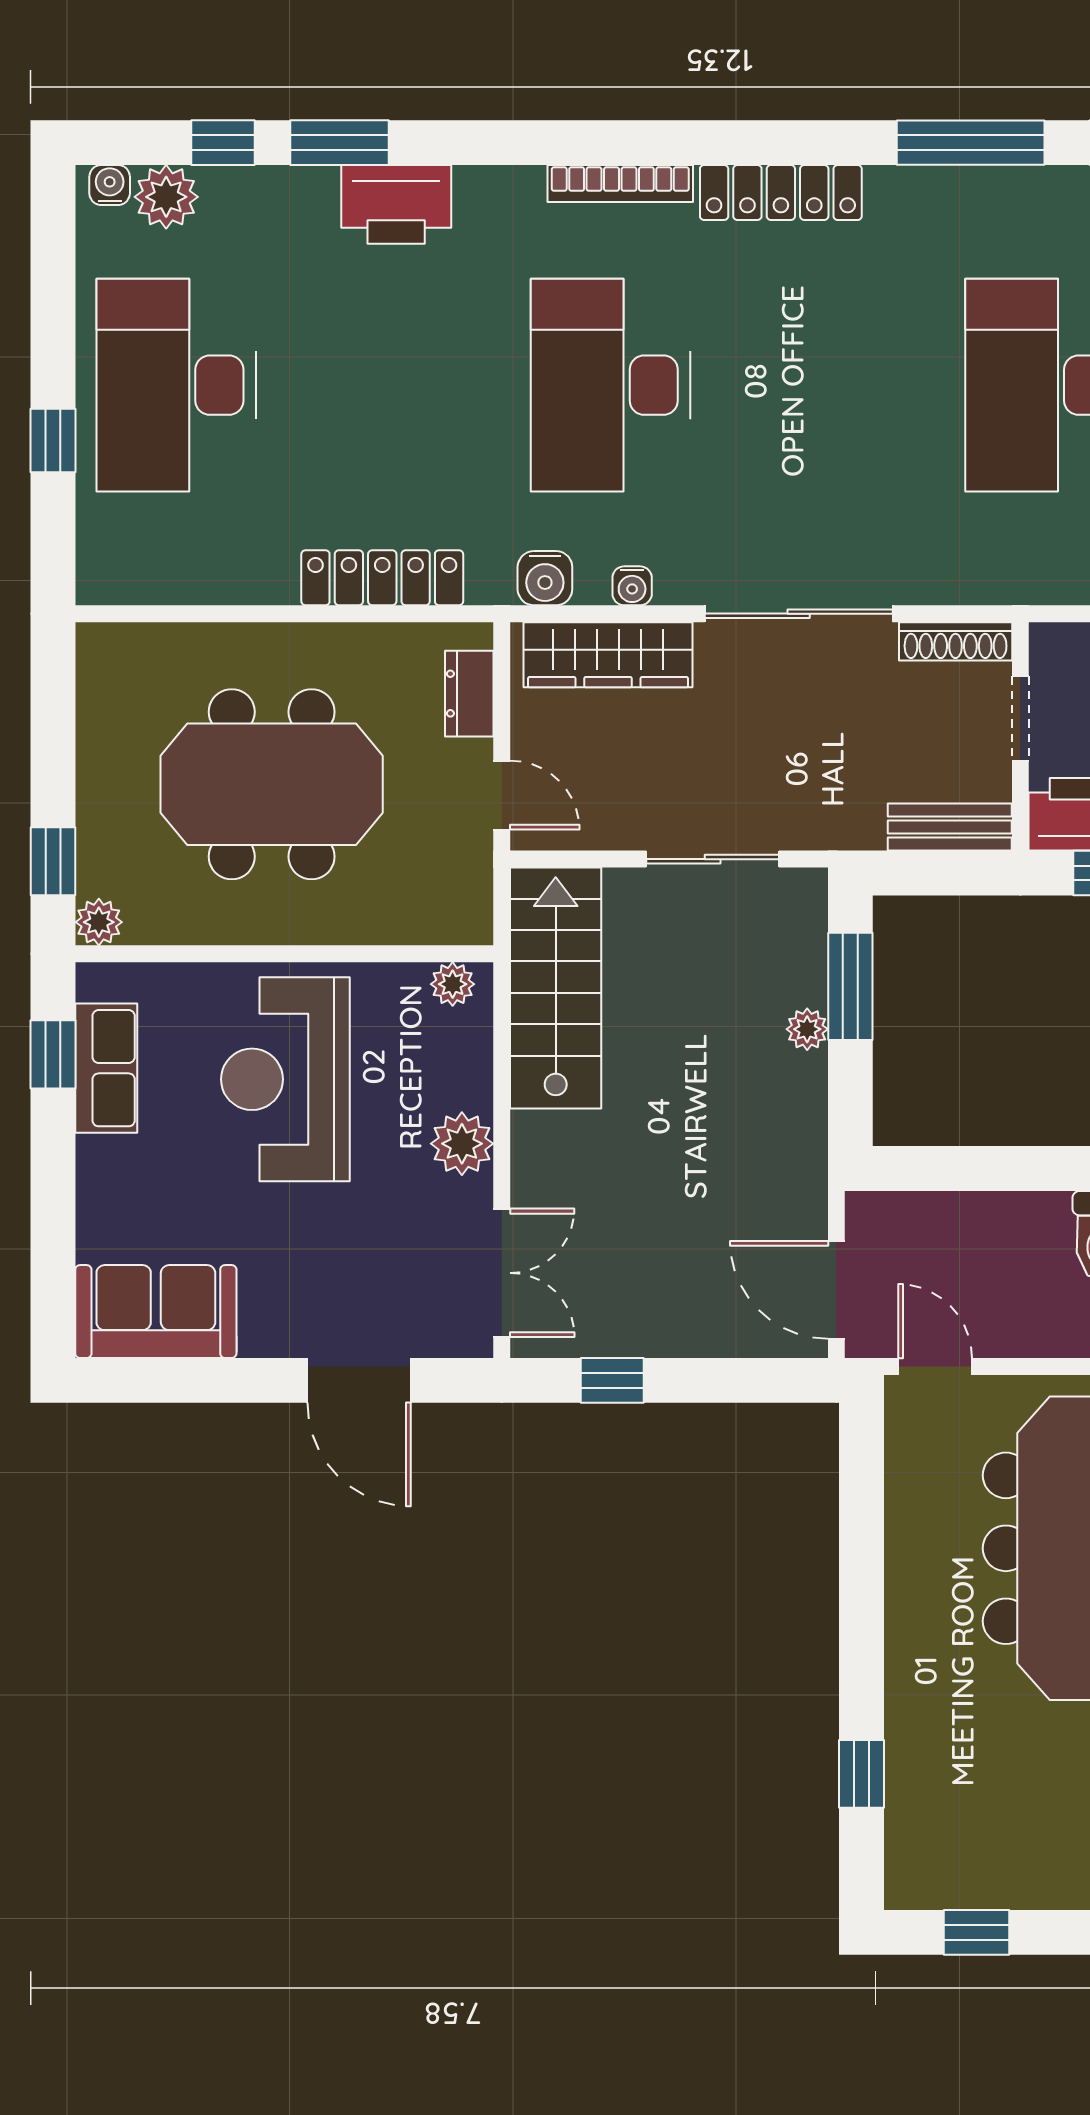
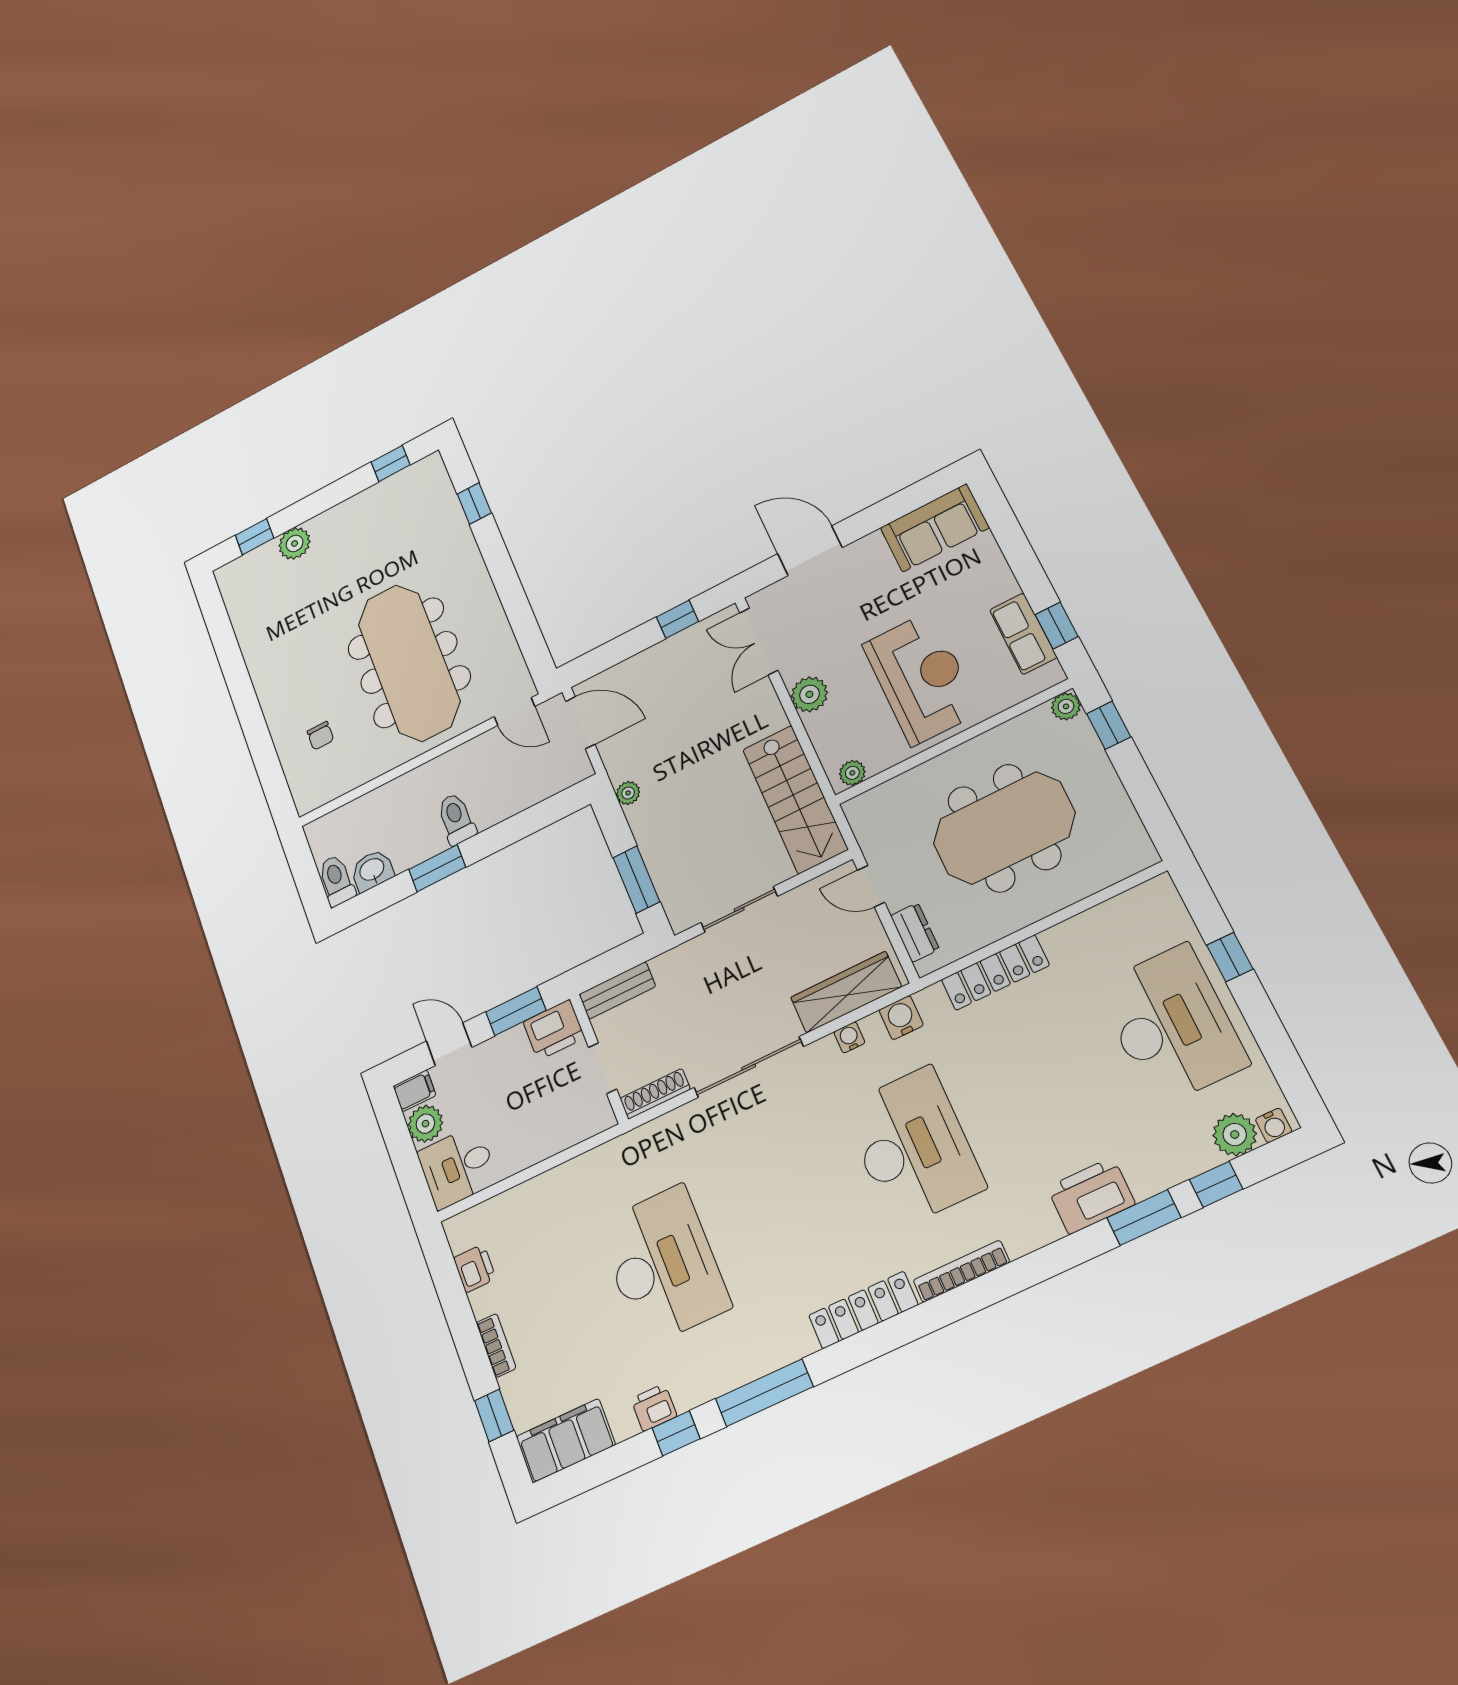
plant: (807, 1029) -> (628, 793), moved

